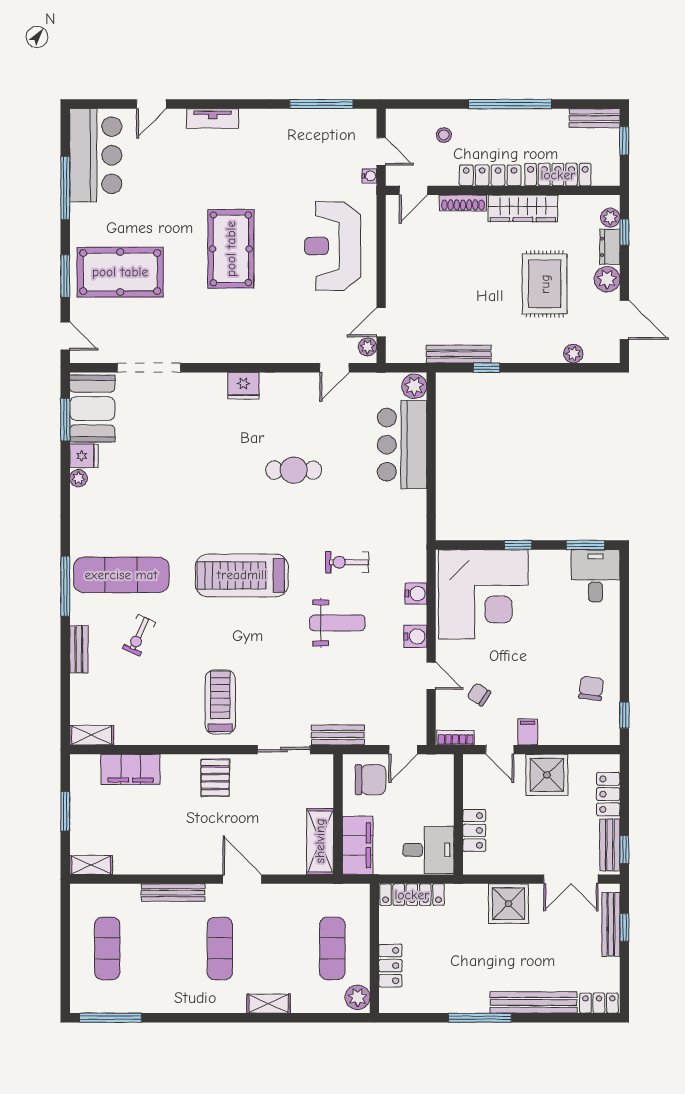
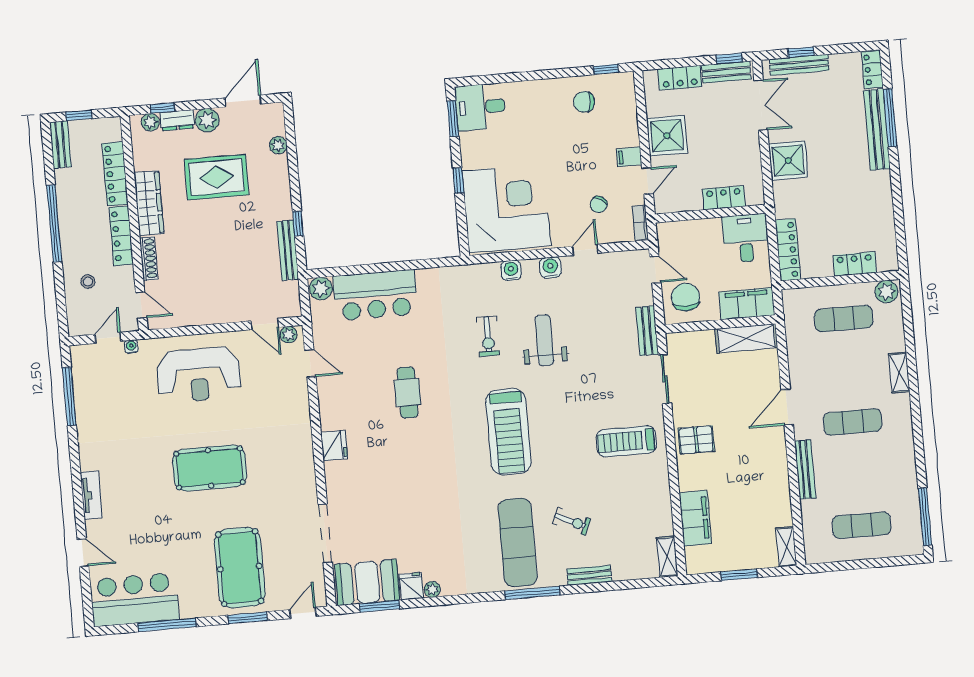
window: (480, 1018) -> (890, 118), moved

